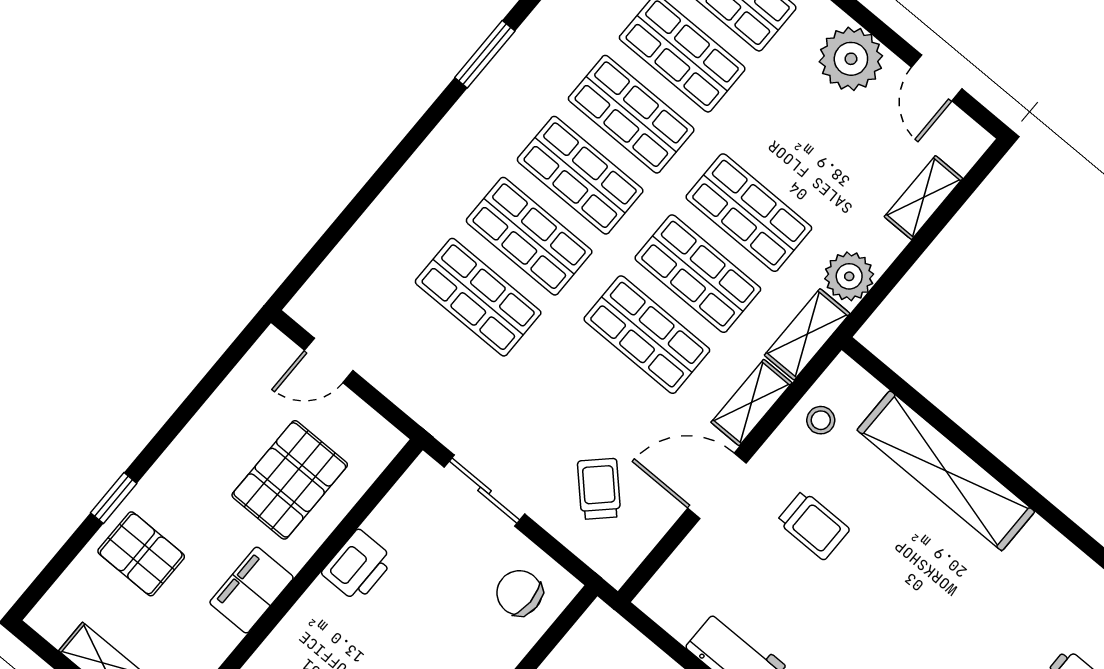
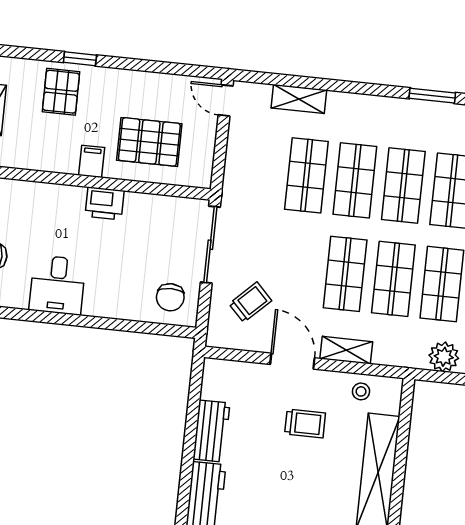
shelving: (807, 334) -> (299, 99), moved
door: (329, 360) -> (226, 100), moved
sliding door: (485, 491) -> (210, 245), width x1.37
trolley: (813, 525) -> (305, 423), turned -90
printer: (358, 566) -> (105, 203), moved
filing cabinet: (252, 590) -> (92, 161), width x0.50
chair: (519, 593) -> (170, 297), turned 180

